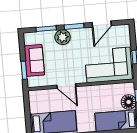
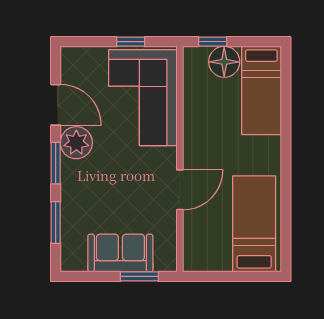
plant: (63, 37) -> (76, 143), moved

